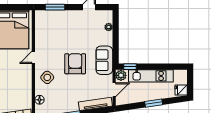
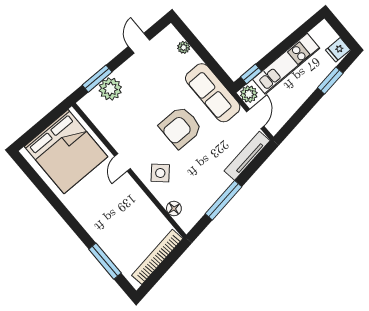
plant: (57, 17) -> (110, 89), added
sofa: (104, 60) -> (213, 93), width x1.36
armchair: (75, 64) -> (181, 127), turned -90
window: (154, 103) -> (330, 81), moved

